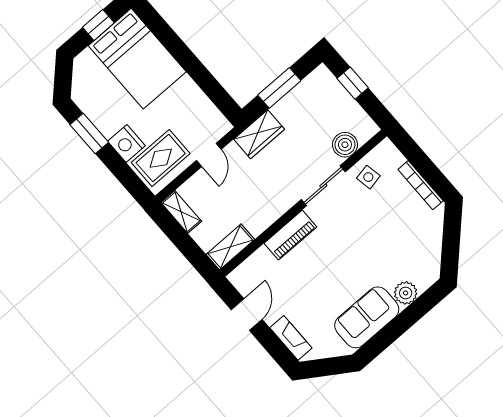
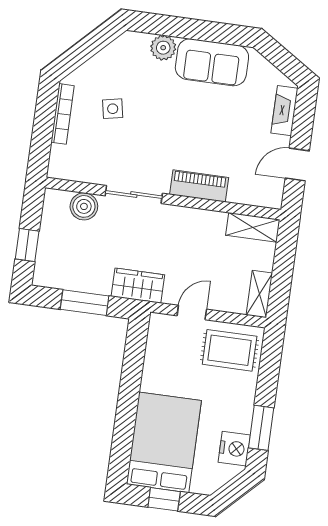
nightstand: (126, 143) -> (234, 449), moved
side table: (368, 177) -> (113, 109), moved

